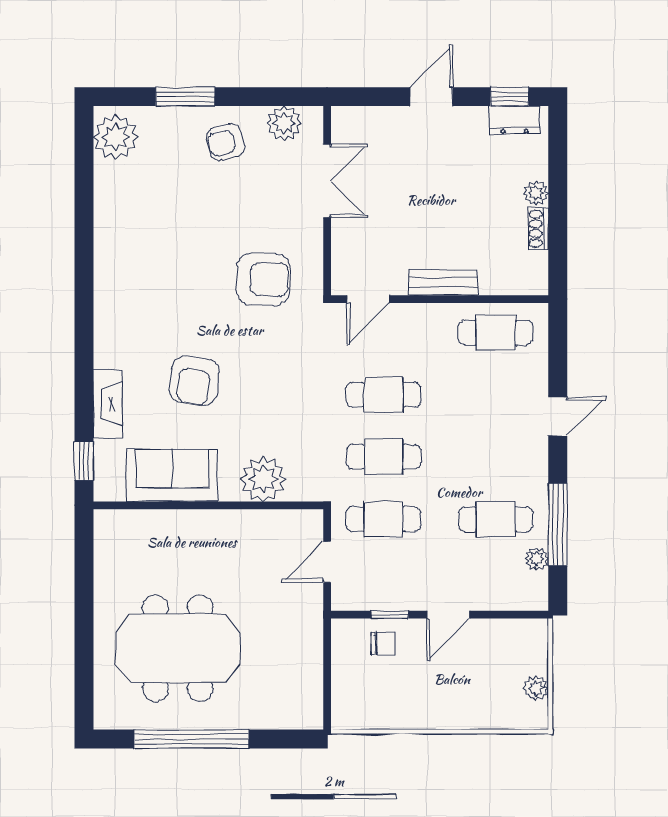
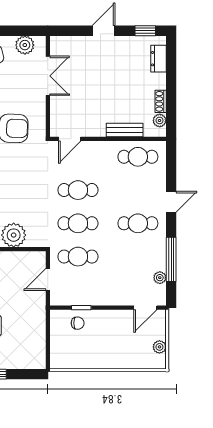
dresser: (515, 120) -> (158, 59), moved, turned 90
plant: (536, 193) -> (160, 120), moved
bench: (443, 282) -> (125, 130), moved
cafe table: (496, 519) -> (138, 223), moved
door: (448, 615) -> (145, 308), moved

